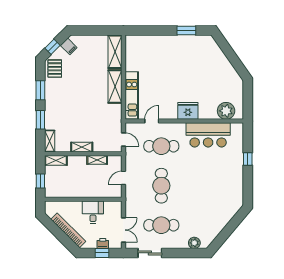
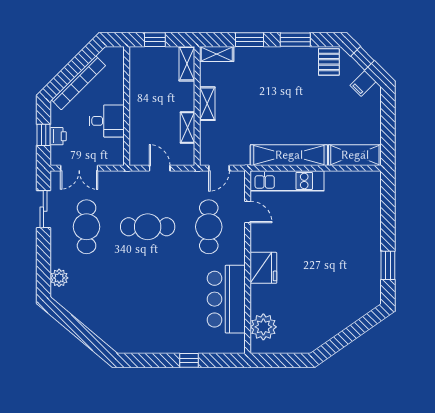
pallet: (55, 69) -> (329, 62), turned 90
shelving: (115, 86) -> (289, 155), width x1.47

